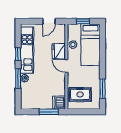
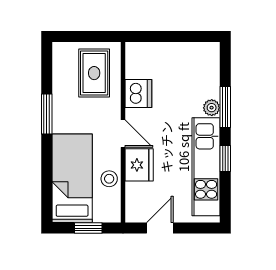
window: (102, 89) -> (47, 114), moved
rug: (80, 95) -> (94, 73), turned 90
dishwasher: (59, 103) -> (138, 94), moved
window: (49, 112) -> (160, 37), removed

